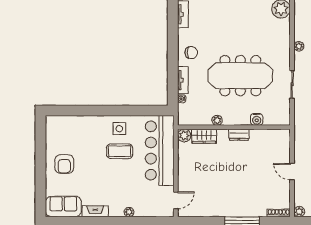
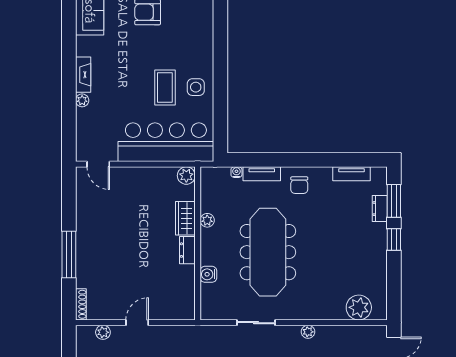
wardrobe: (204, 136) -> (185, 218), moved
fireplace: (95, 211) -> (83, 75), moved
plant: (299, 212) -> (103, 332), moved

